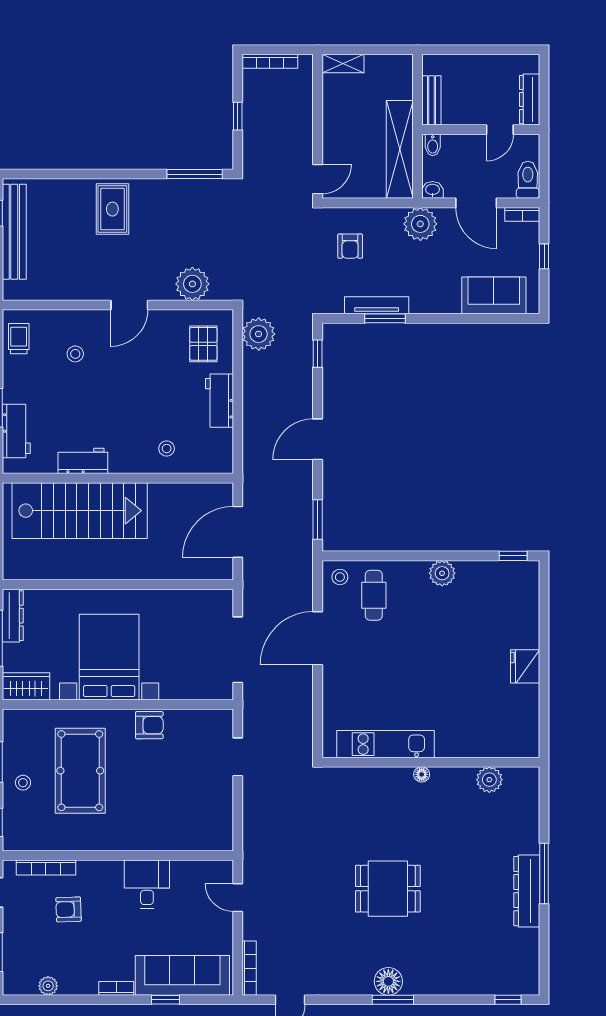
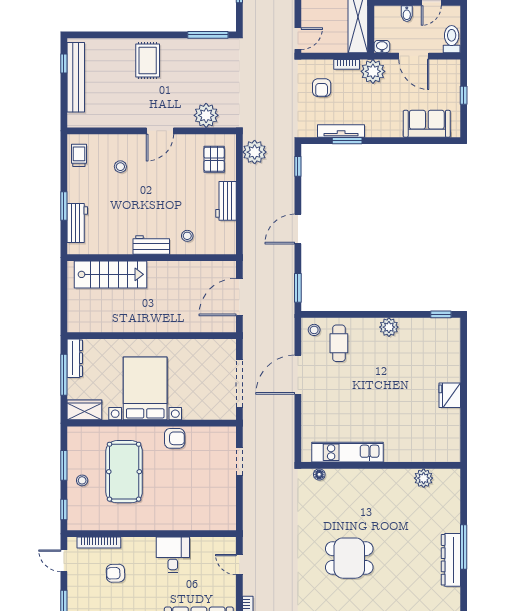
bidet: (433, 145) -> (407, 14), moved
bookcase: (522, 214) -> (347, 64), moved
workbench: (83, 461) -> (151, 245), moved
stairs: (80, 511) -> (110, 274), width x0.73, depth x0.66
floor lamp: (422, 774) -> (319, 474), moved

